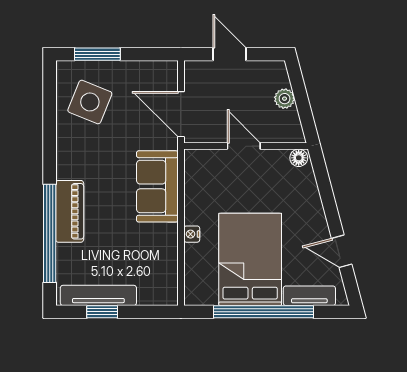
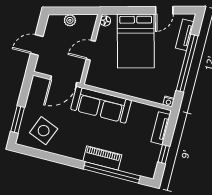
sofa: (157, 186) -> (101, 105), width x1.36
nightstand: (192, 234) -> (169, 101), moved
bed: (250, 259) -> (136, 41), moved, turned -105
tv unit: (98, 295) -> (161, 128), moved, width x0.71

